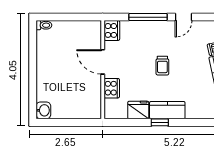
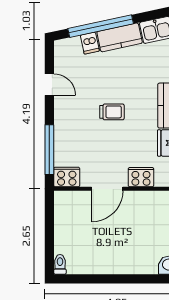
window: (148, 17) -> (49, 150), moved

